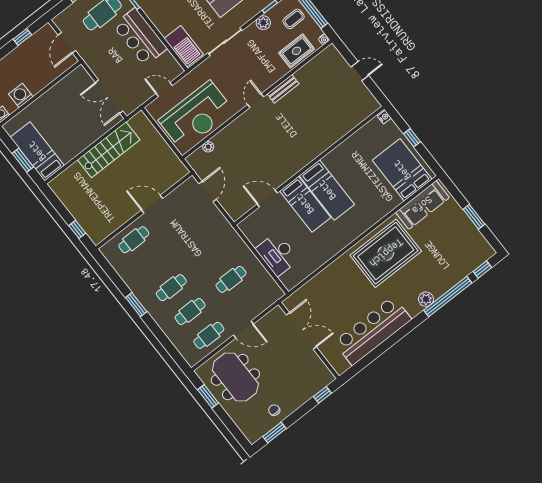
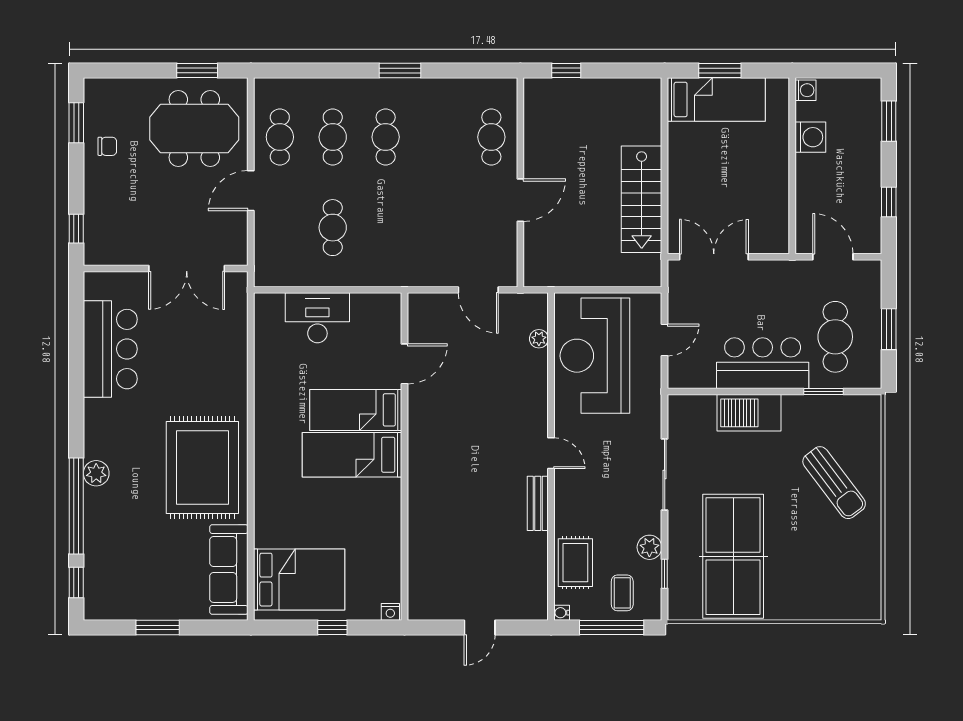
barbecue: (184, 46) -> (749, 413), moved
bar counter: (373, 331) -> (110, 349), width x0.73

